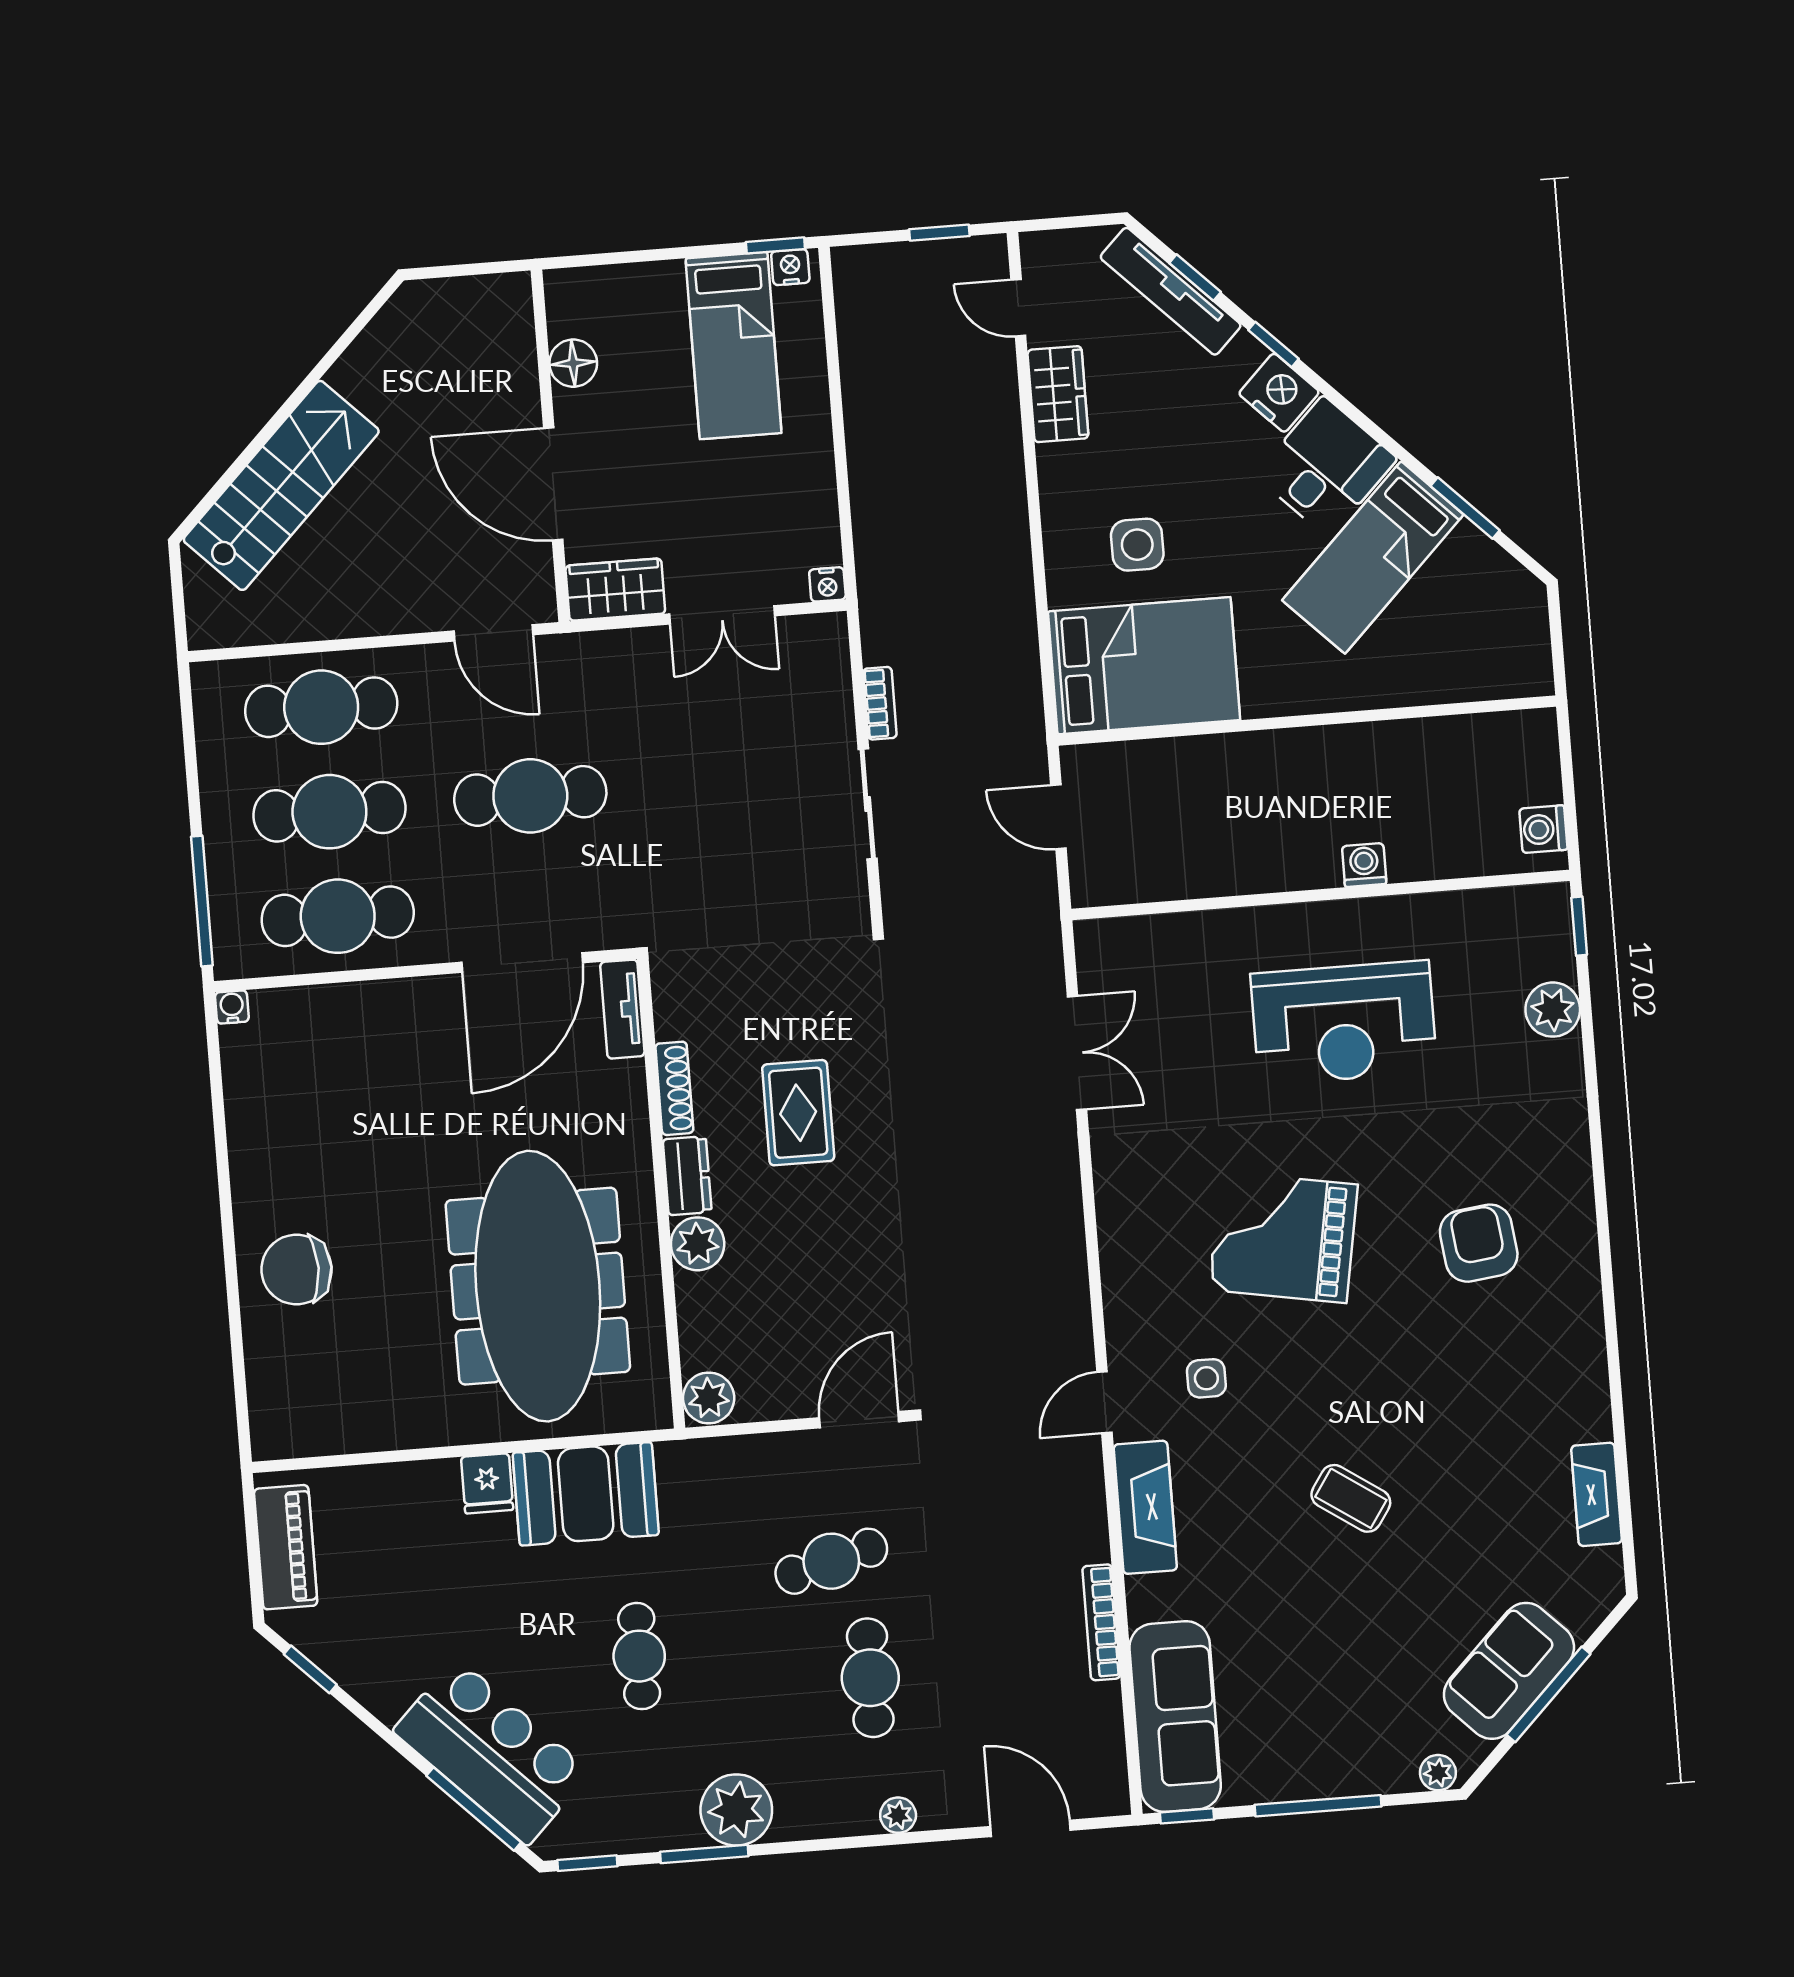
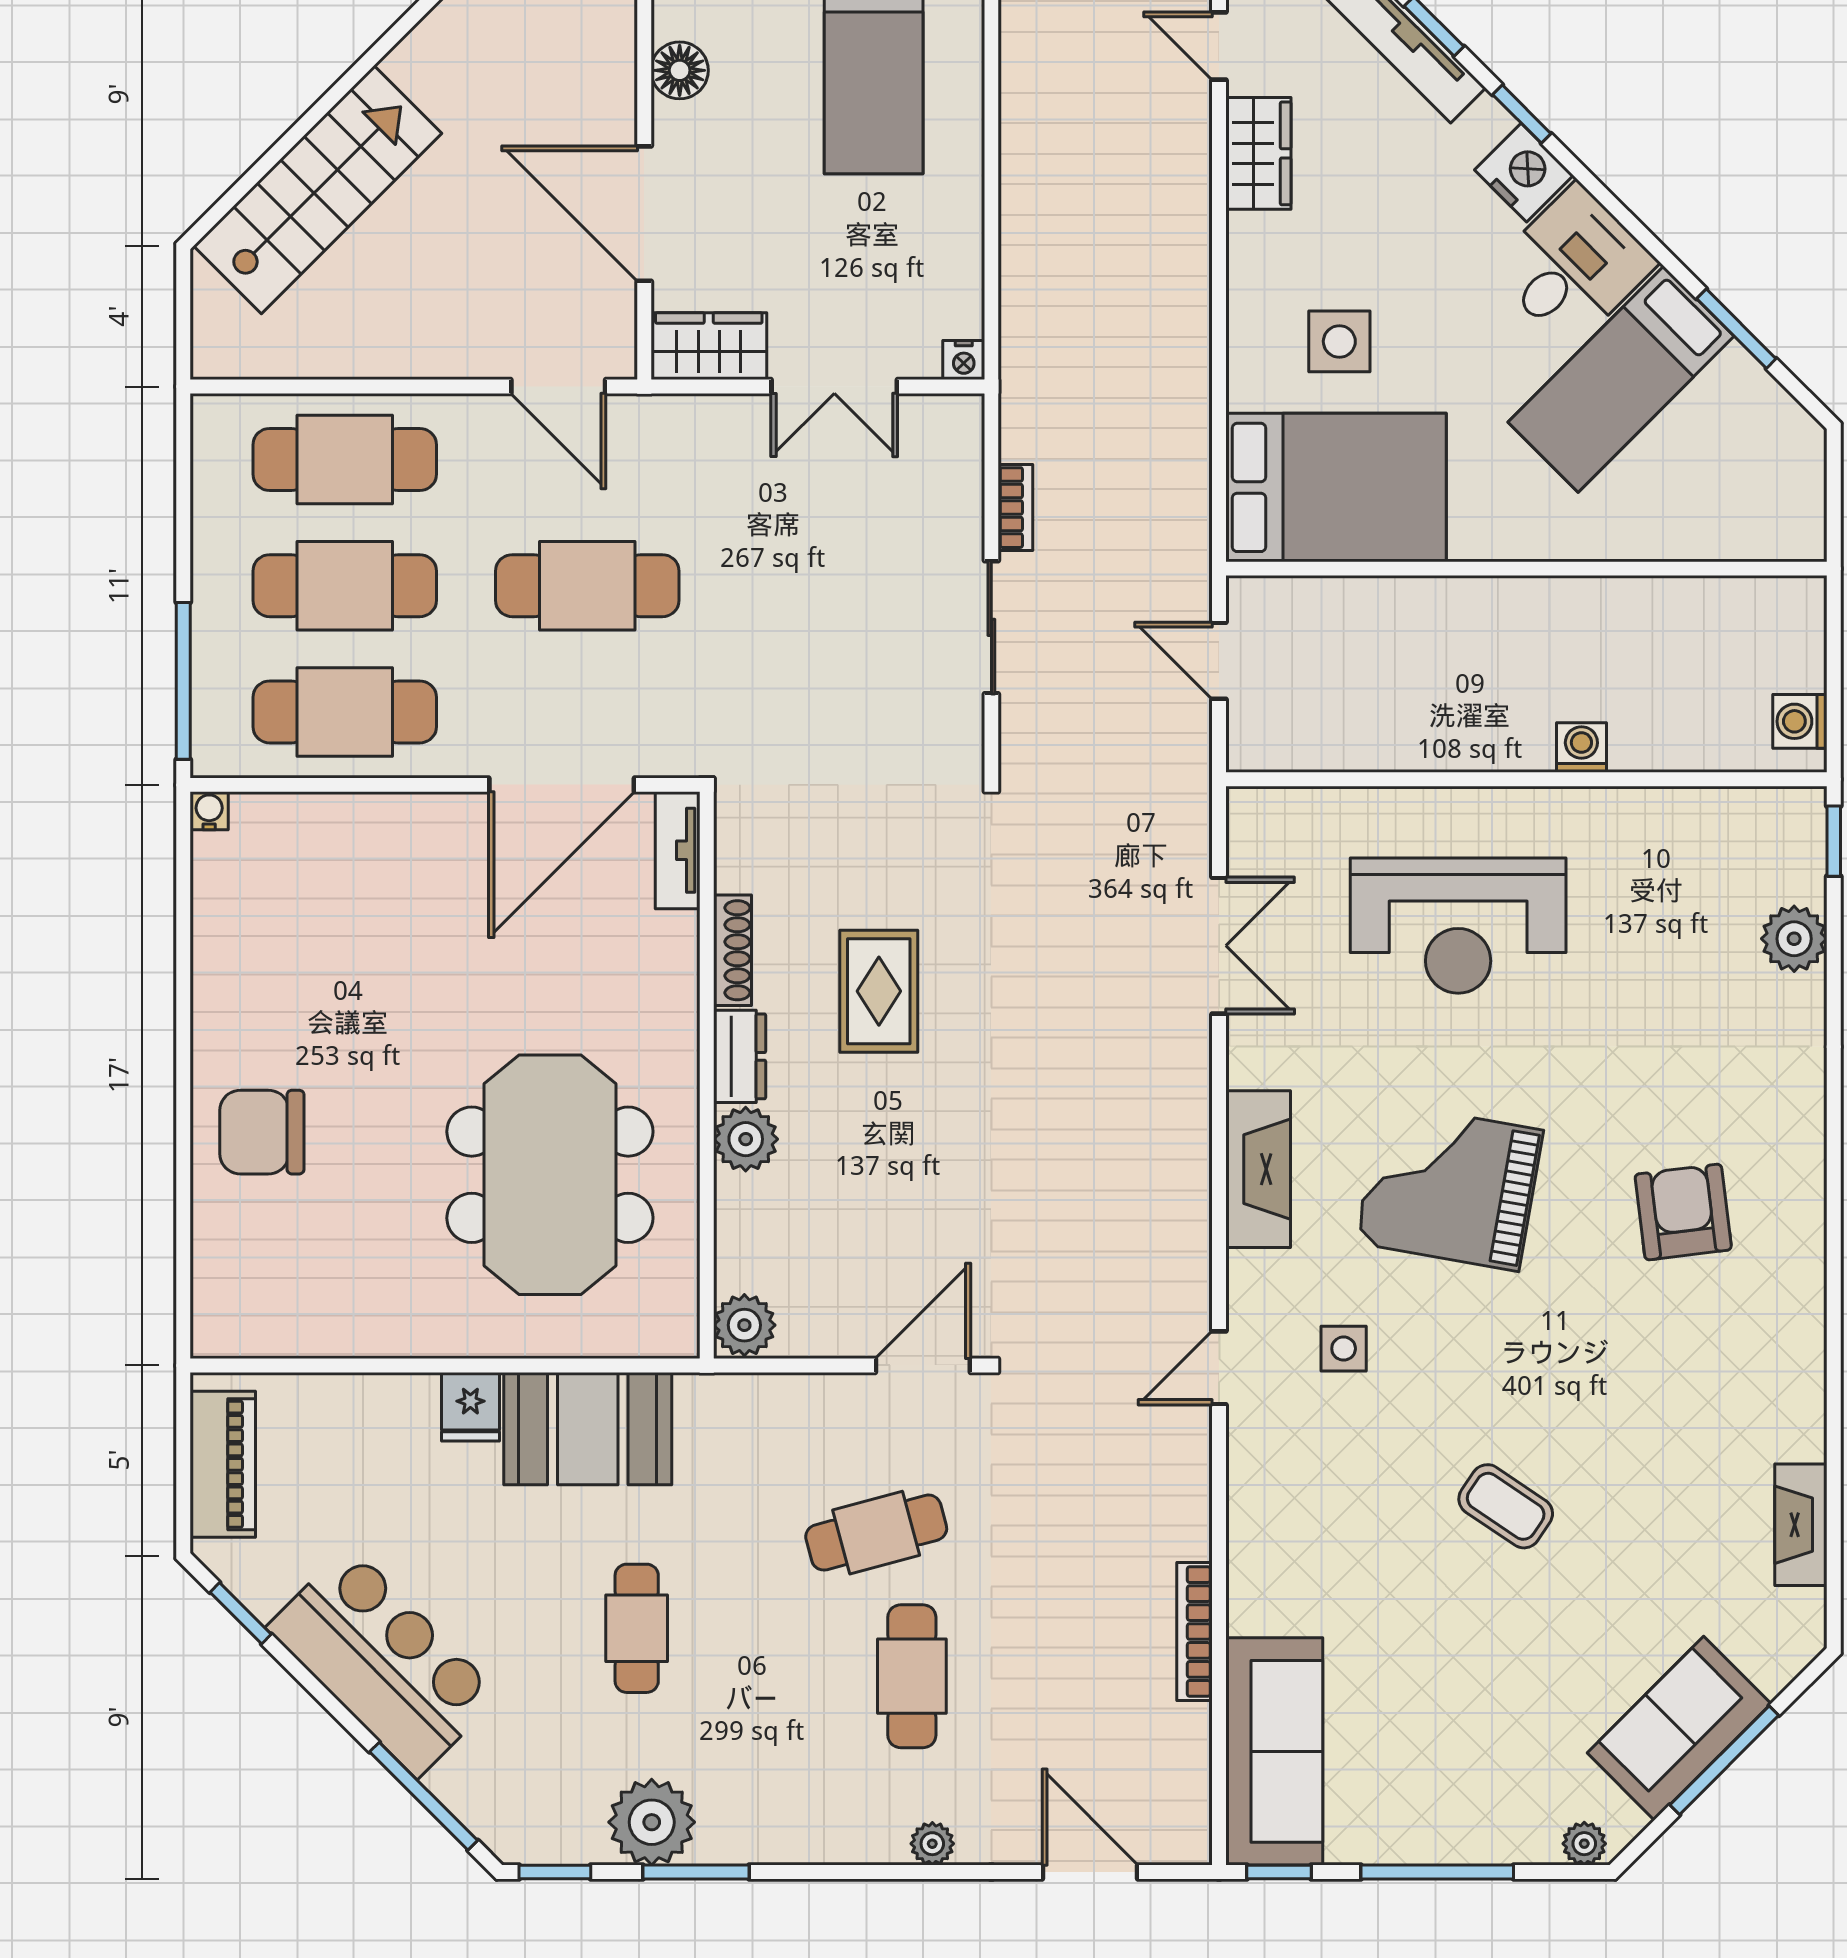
reception desk: (1344, 1023) -> (1458, 926), moved
meeting table: (538, 1286) -> (550, 1175), width x0.73
fireplace: (1145, 1507) -> (1258, 1169), moved
bar counter: (492, 1751) -> (383, 1662), moved
plant: (736, 1810) -> (652, 1822), moved

